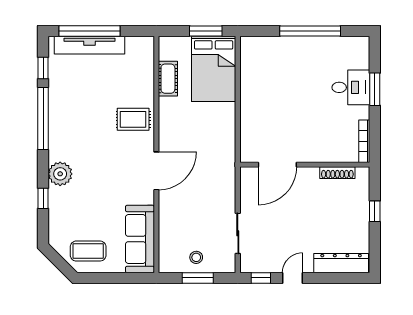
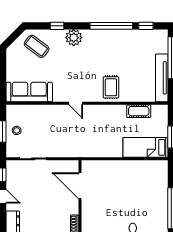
tv unit: (89, 45) -> (162, 78), moved
bed: (214, 69) -> (145, 147), width x0.67
door: (156, 171) -> (76, 103), width x0.53
coffee table: (88, 251) -> (37, 46), moved, turned -53

